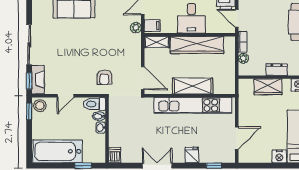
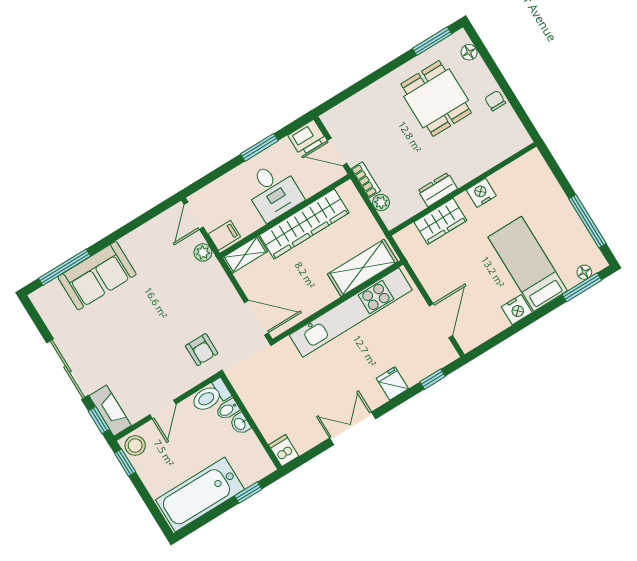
shelving: (193, 86) -> (363, 268), moved

